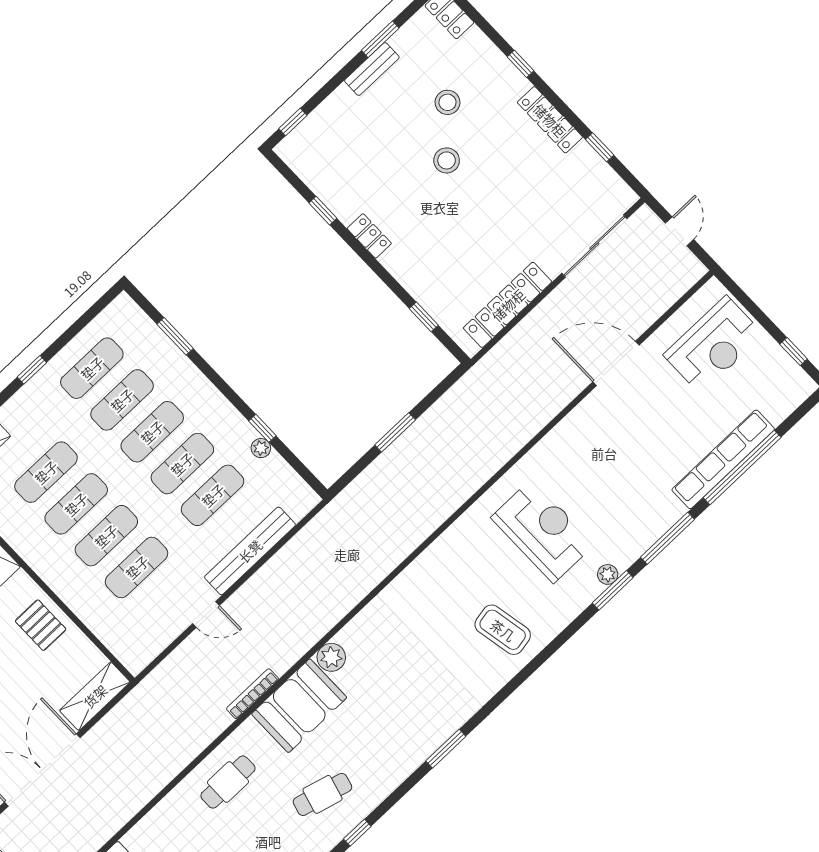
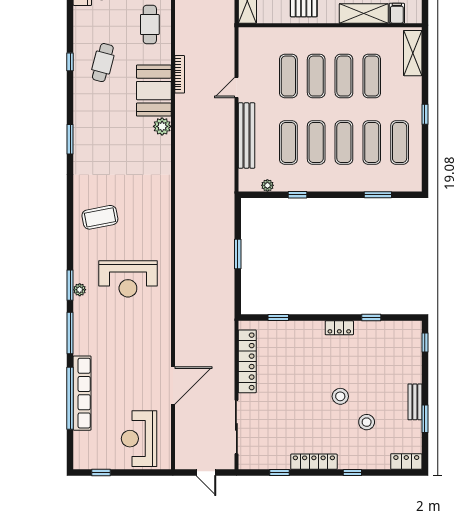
plant: (261, 448) -> (267, 185), moved

